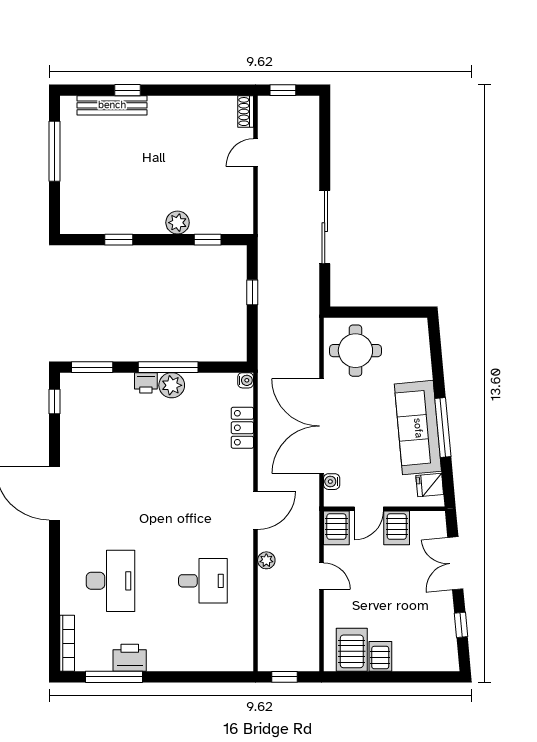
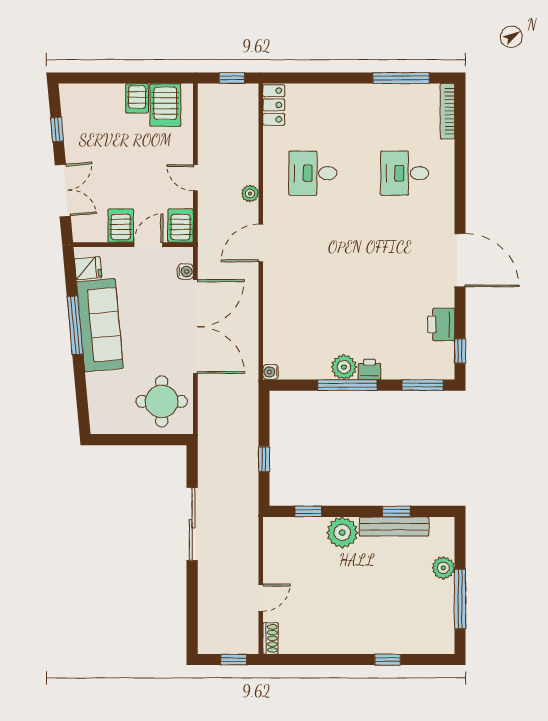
bench: (112, 105) -> (394, 527), moved
plant: (71, 183) -> (443, 568), added
plant: (178, 223) -> (342, 533), width x1.36, depth x1.36
locker: (242, 428) -> (274, 105), moved
desk: (110, 581) -> (405, 173), width x0.73
printer: (130, 658) -> (441, 324), moved, turned 90

